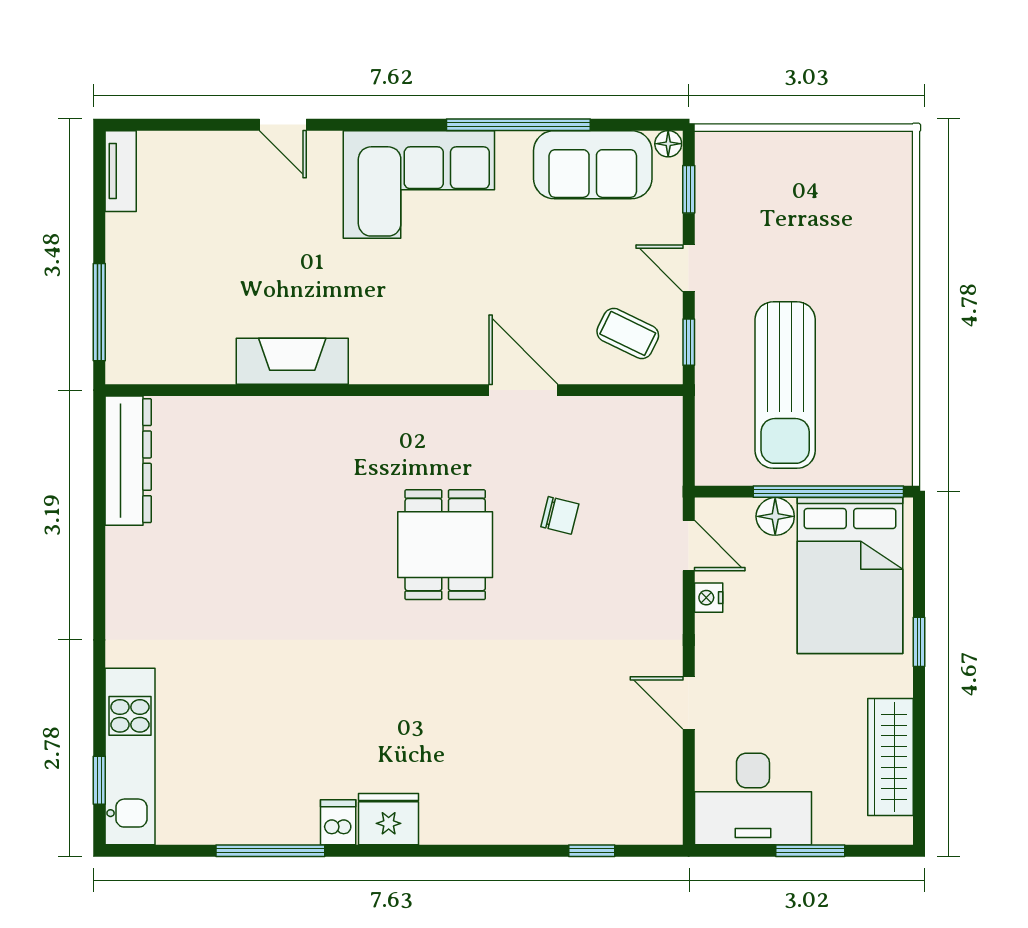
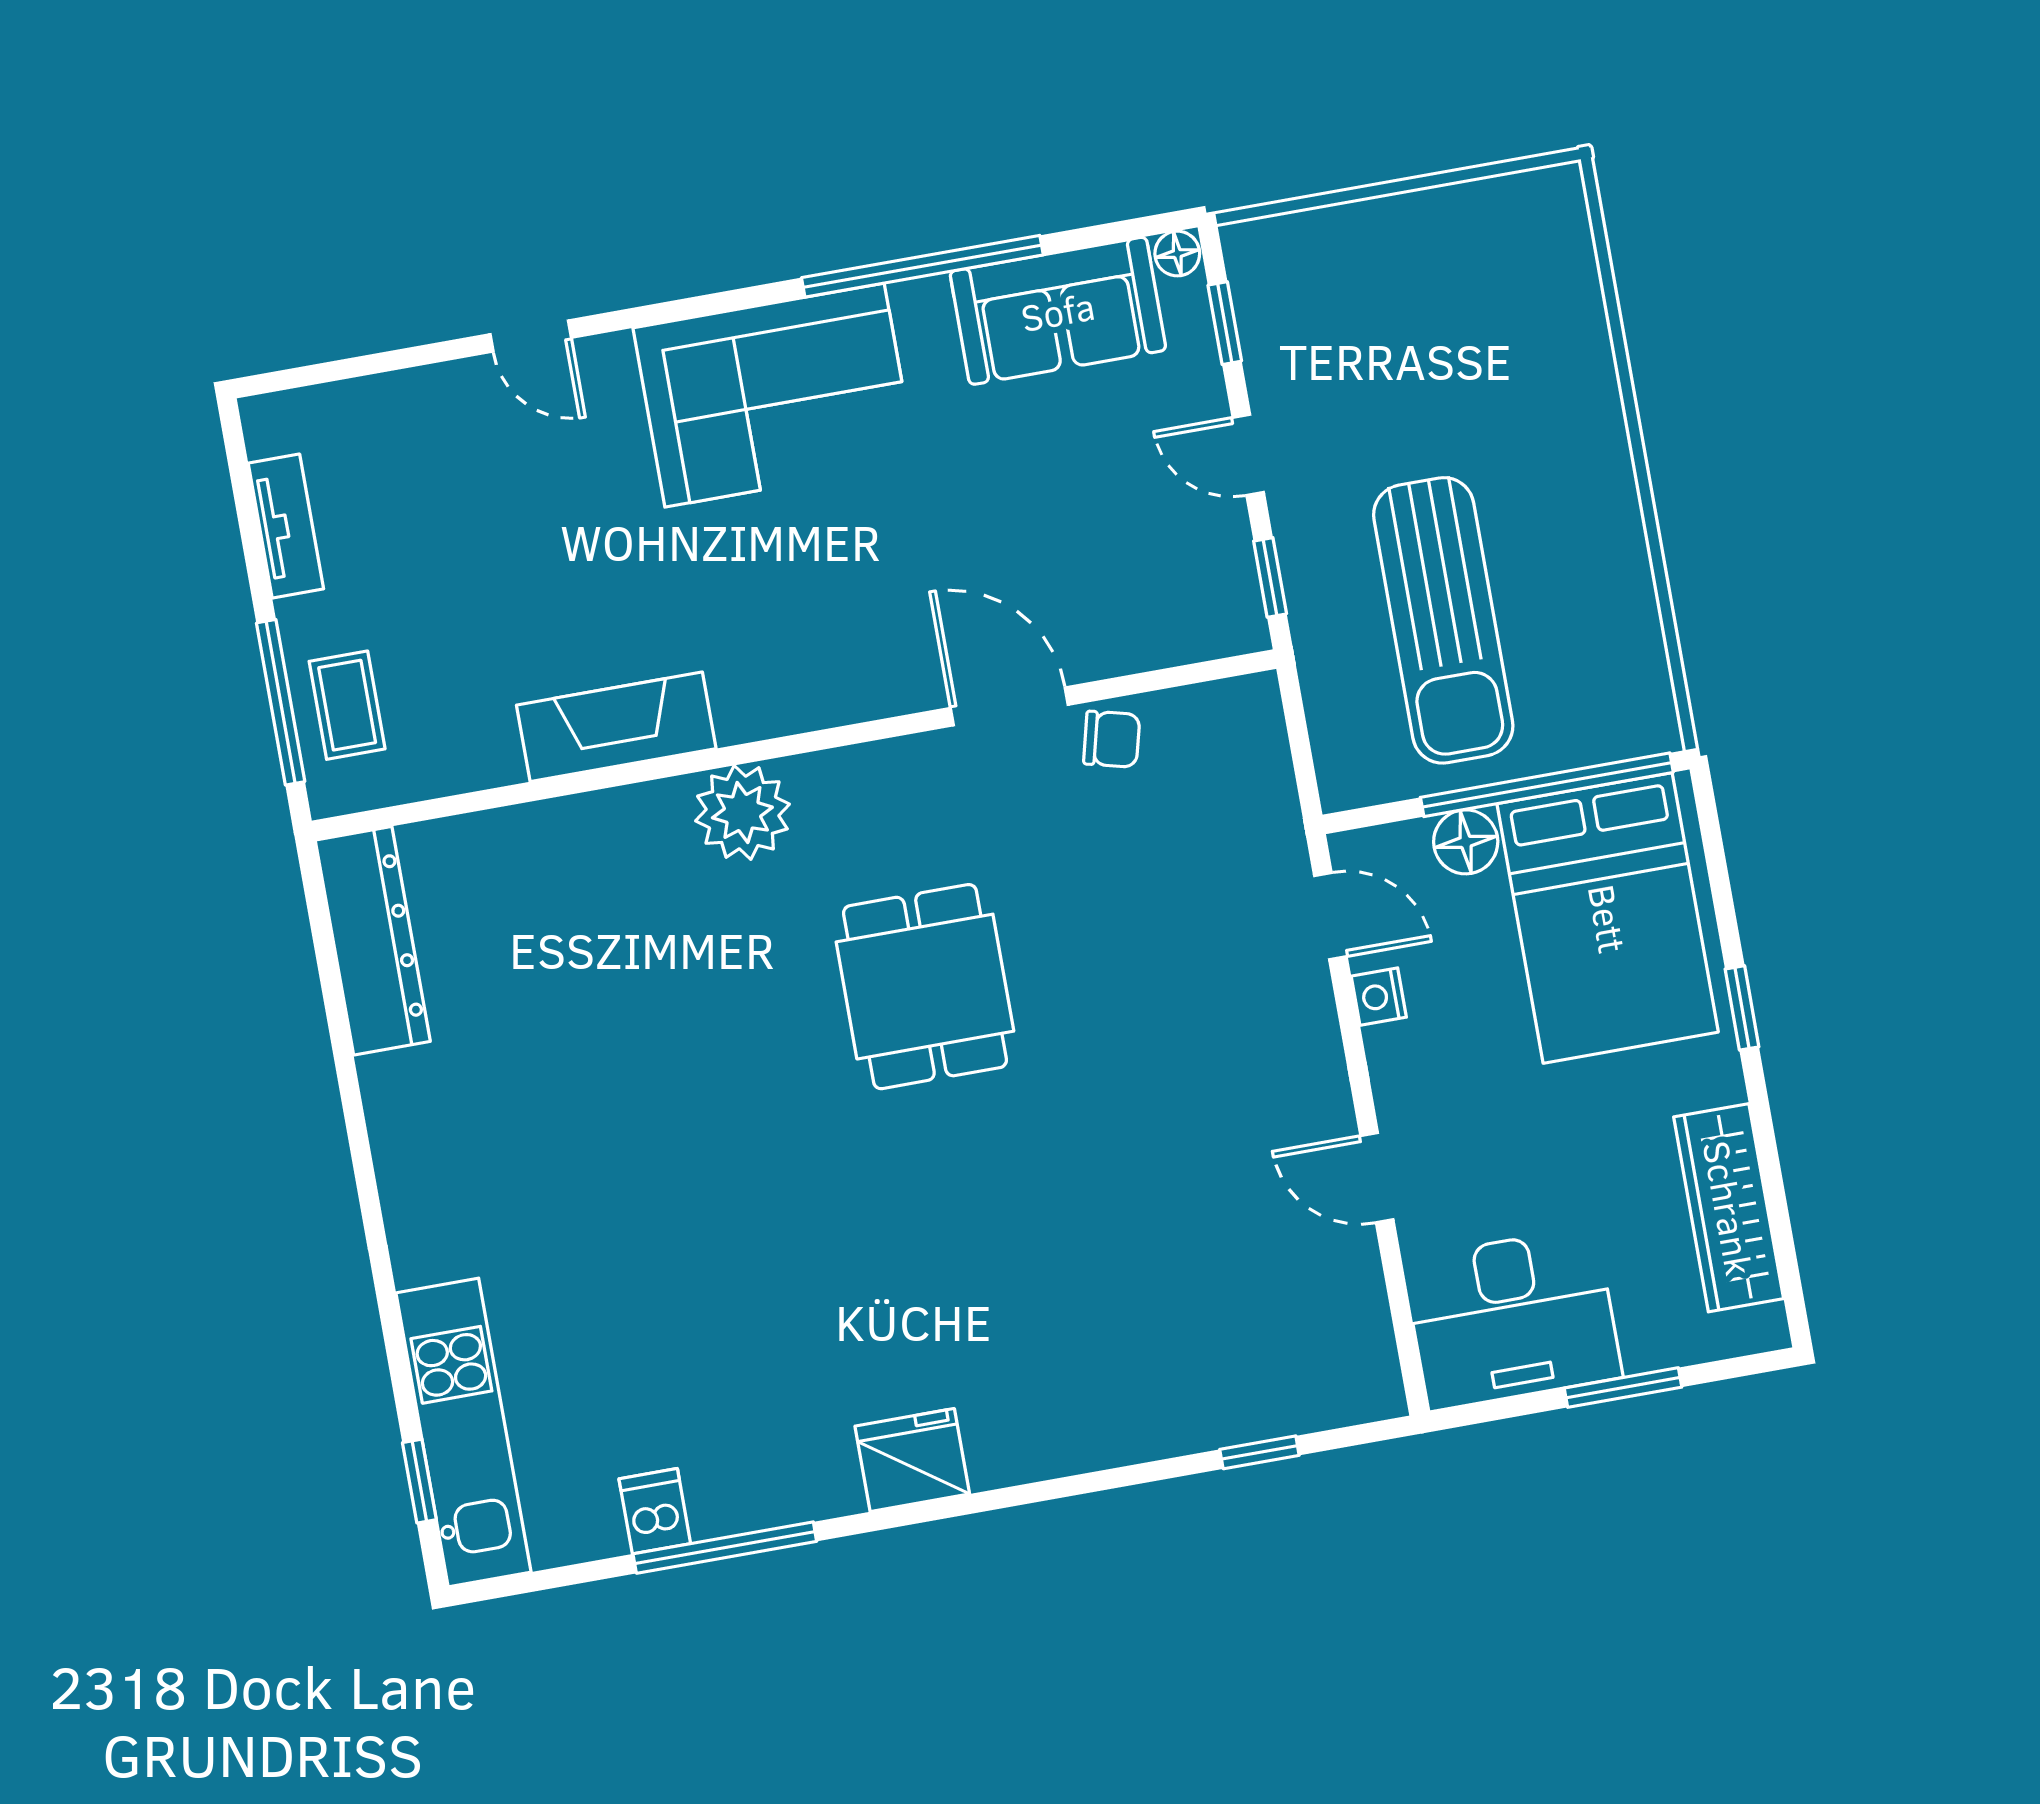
tv unit: (121, 171) -> (286, 526), moved
coffee table: (628, 333) -> (347, 705), moved, turned 64
plant: (357, 424) -> (742, 813), added
chair: (560, 515) -> (1112, 739), moved
dishwasher: (338, 822) -> (655, 1511), moved

